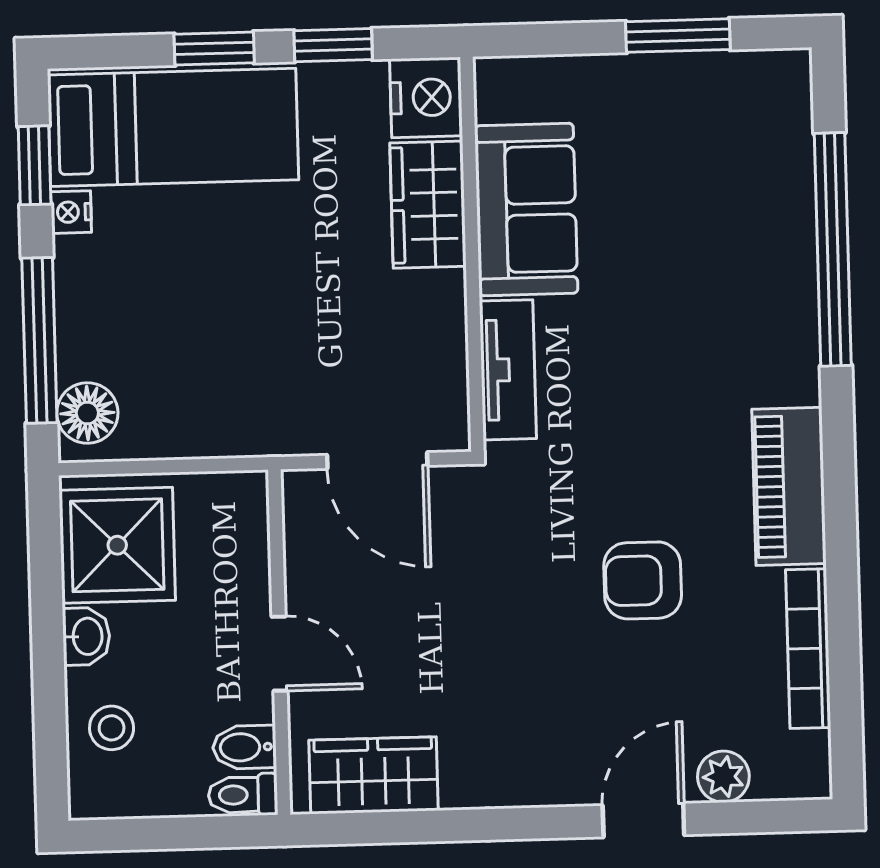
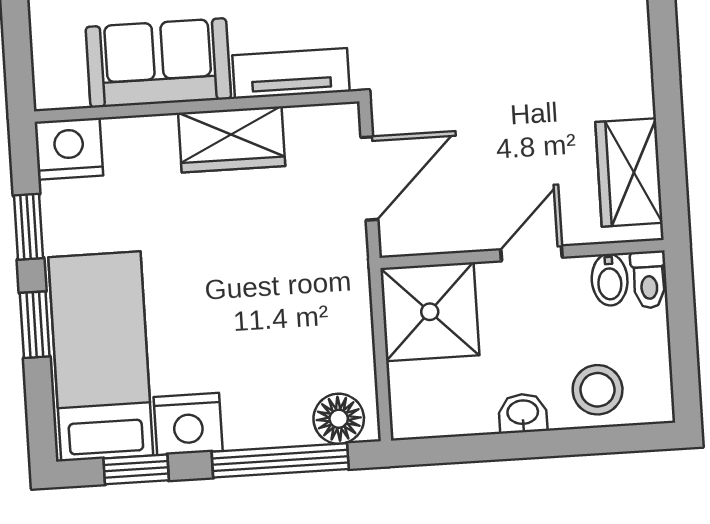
wardrobe: (428, 205) -> (232, 139), moved
nightstand: (71, 212) -> (188, 424), width x1.89, depth x1.79
shower: (117, 545) -> (430, 312), moved
stool: (112, 728) -> (598, 390), width x1.37, depth x1.37

